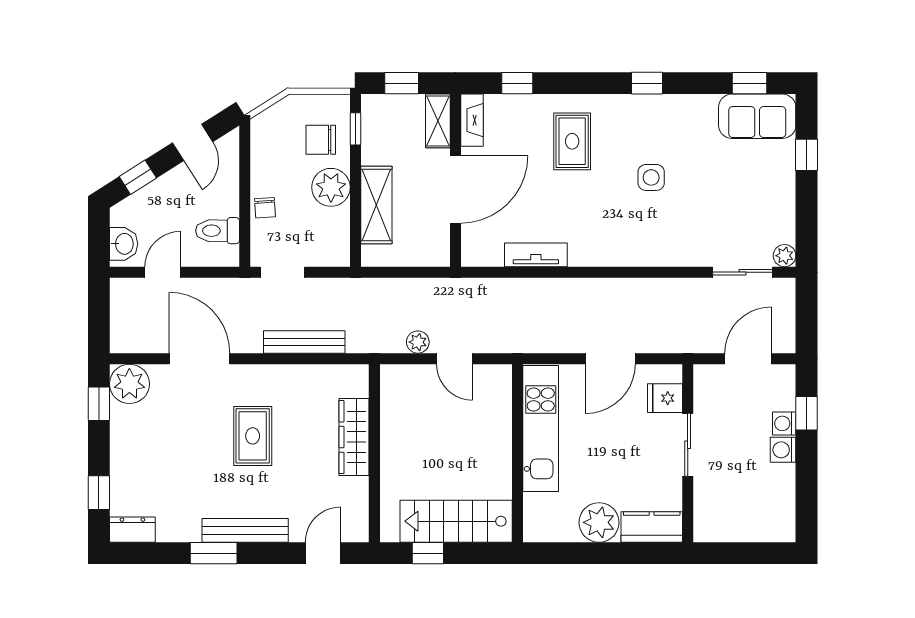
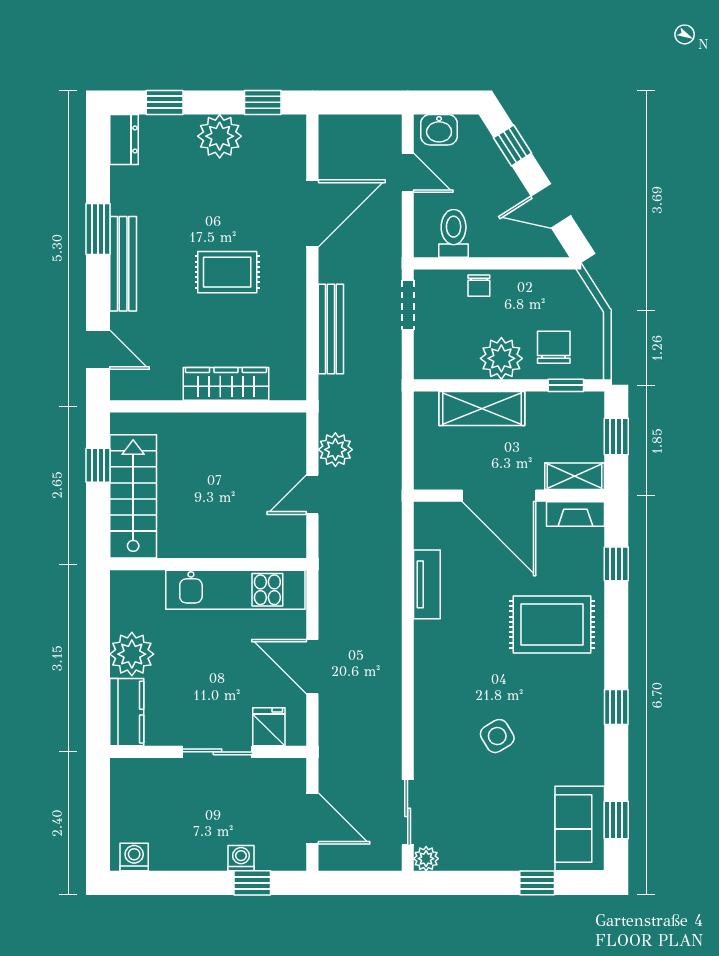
rug: (572, 141) -> (552, 624), width x1.36, depth x1.43
side table: (651, 177) -> (497, 736), moved, turned -31
chair: (265, 208) -> (479, 286), turned -86
plant: (418, 342) -> (335, 450), width x1.38, depth x1.38
plant: (129, 384) -> (220, 136), moved
washing machine: (783, 450) -> (134, 857), moved

